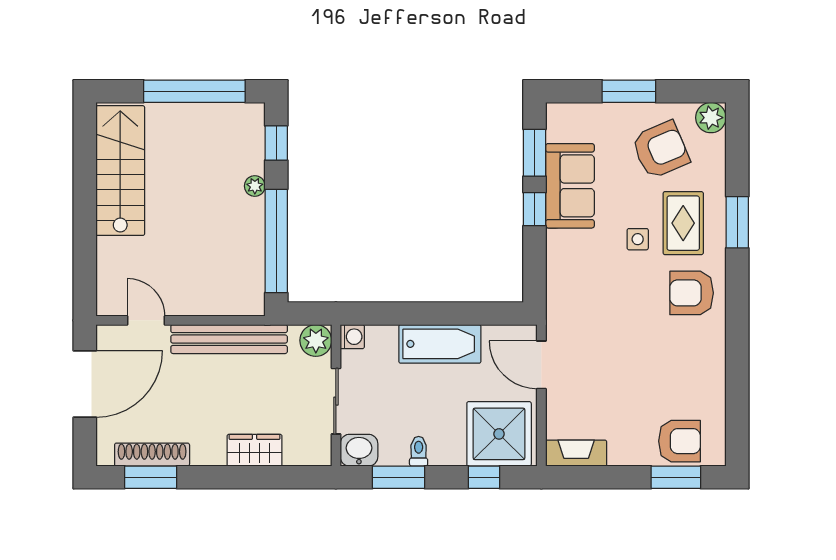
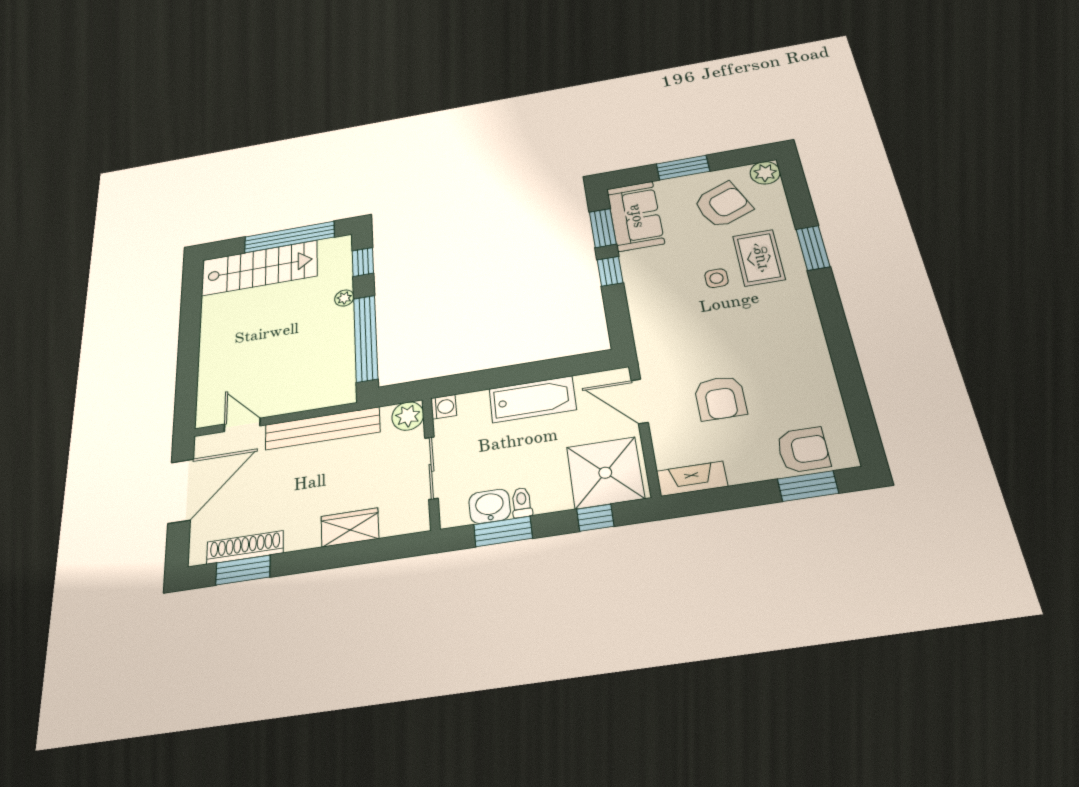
stairs: (120, 171) -> (259, 268), moved, turned 90
sofa: (570, 186) -> (635, 216), moved
armchair: (692, 293) -> (720, 398), moved, turned -90
washbasin: (359, 450) -> (490, 506), moved

